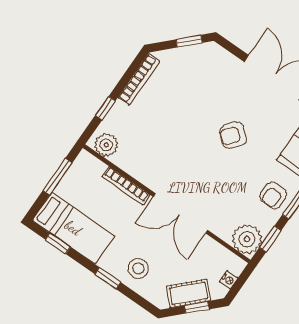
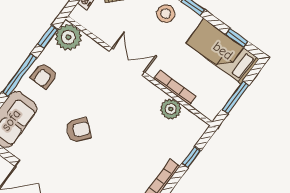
plant: (106, 145) -> (171, 109), moved
armchair: (273, 195) -> (44, 76), turned 180
double door: (180, 213) -> (127, 62), width x0.73

